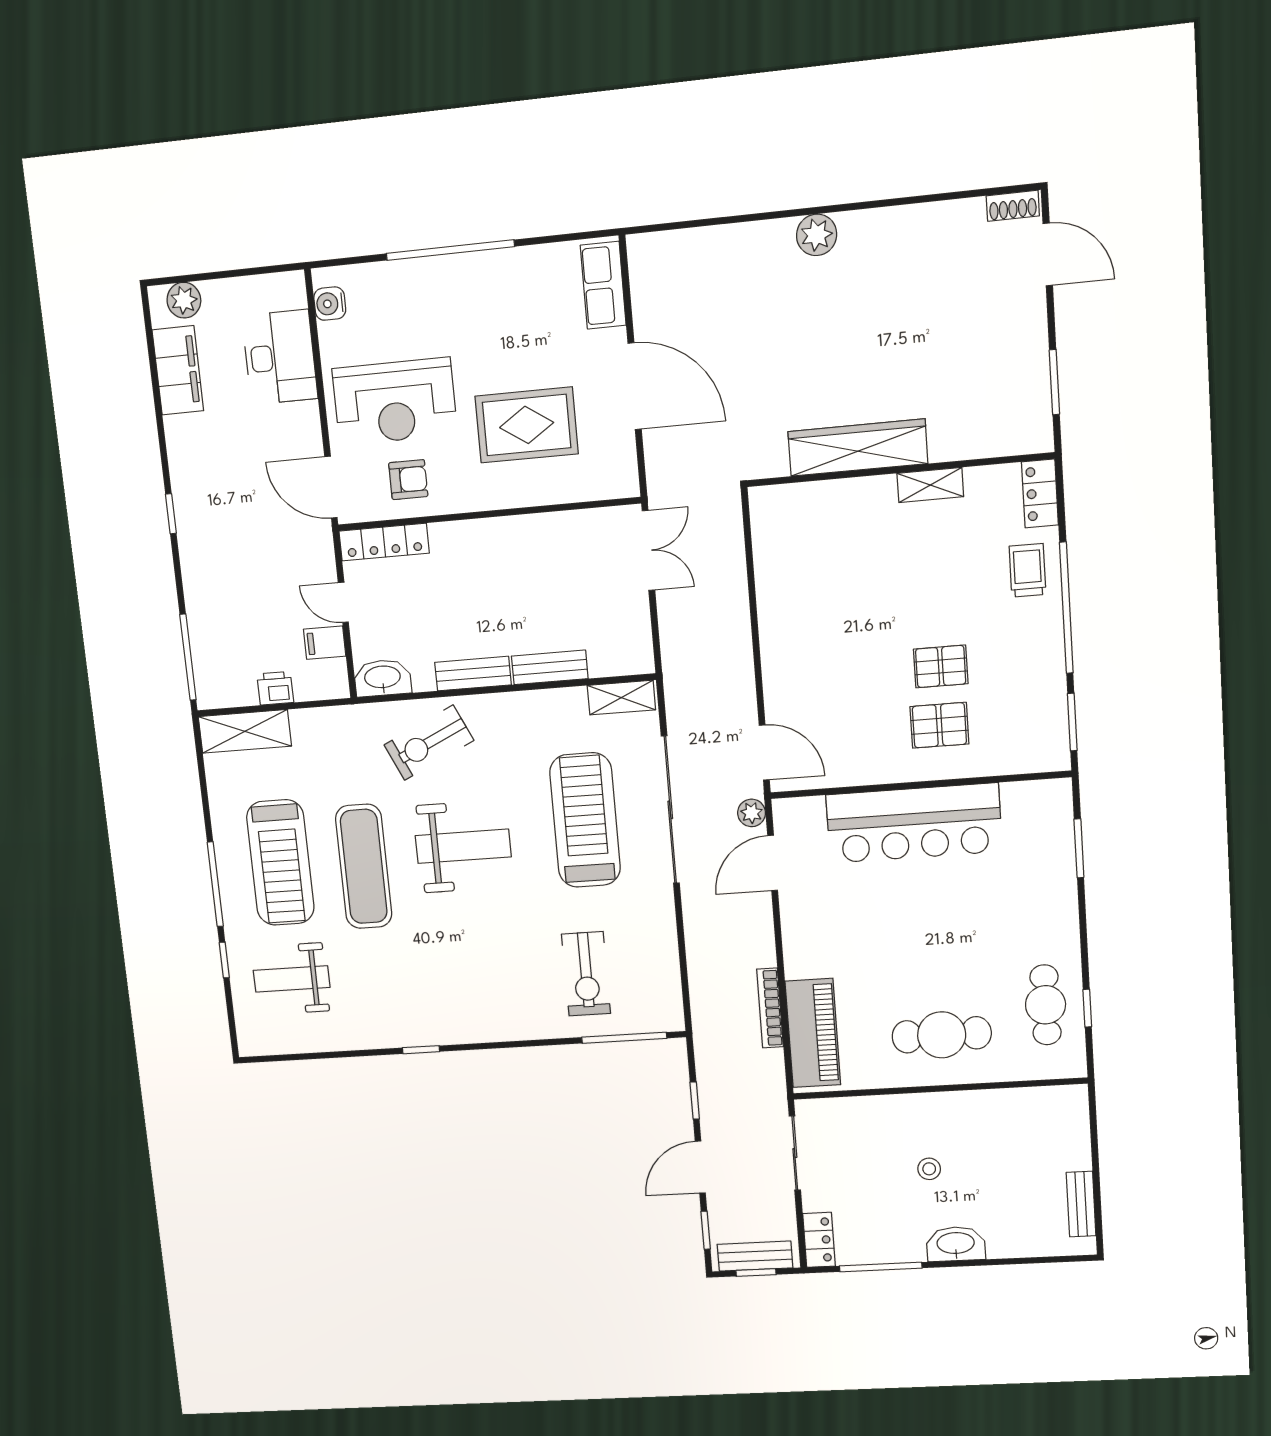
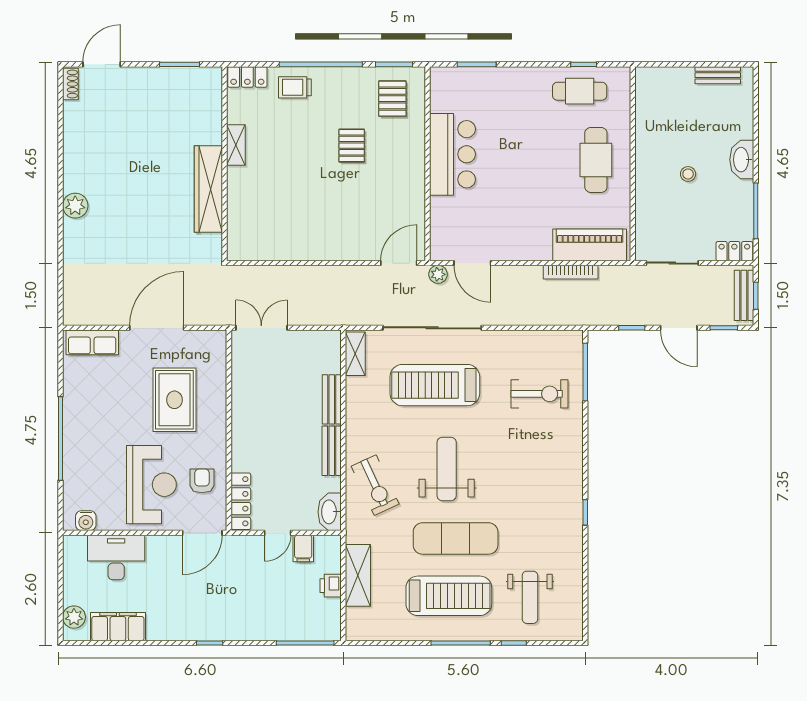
pallet: (939, 725) -> (392, 99), moved
shelving: (245, 731) -> (358, 575), moved
bar counter: (914, 823) -> (452, 154), width x0.73

